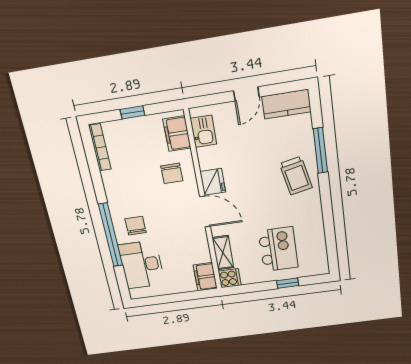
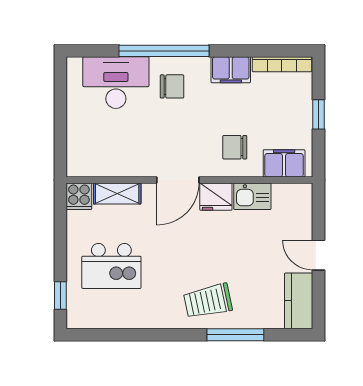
kitchen sink: (203, 131) -> (252, 196), moved
filing cabinet: (205, 277) -> (231, 70), moved, turned 180
window: (288, 283) -> (60, 295), moved

